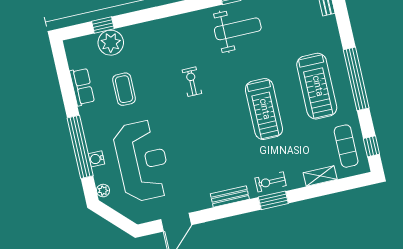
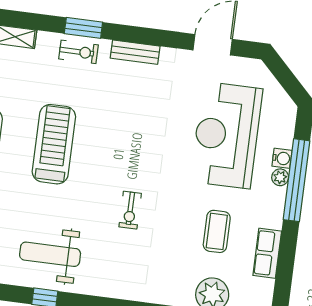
plant: (103, 191) -> (280, 177), moved

